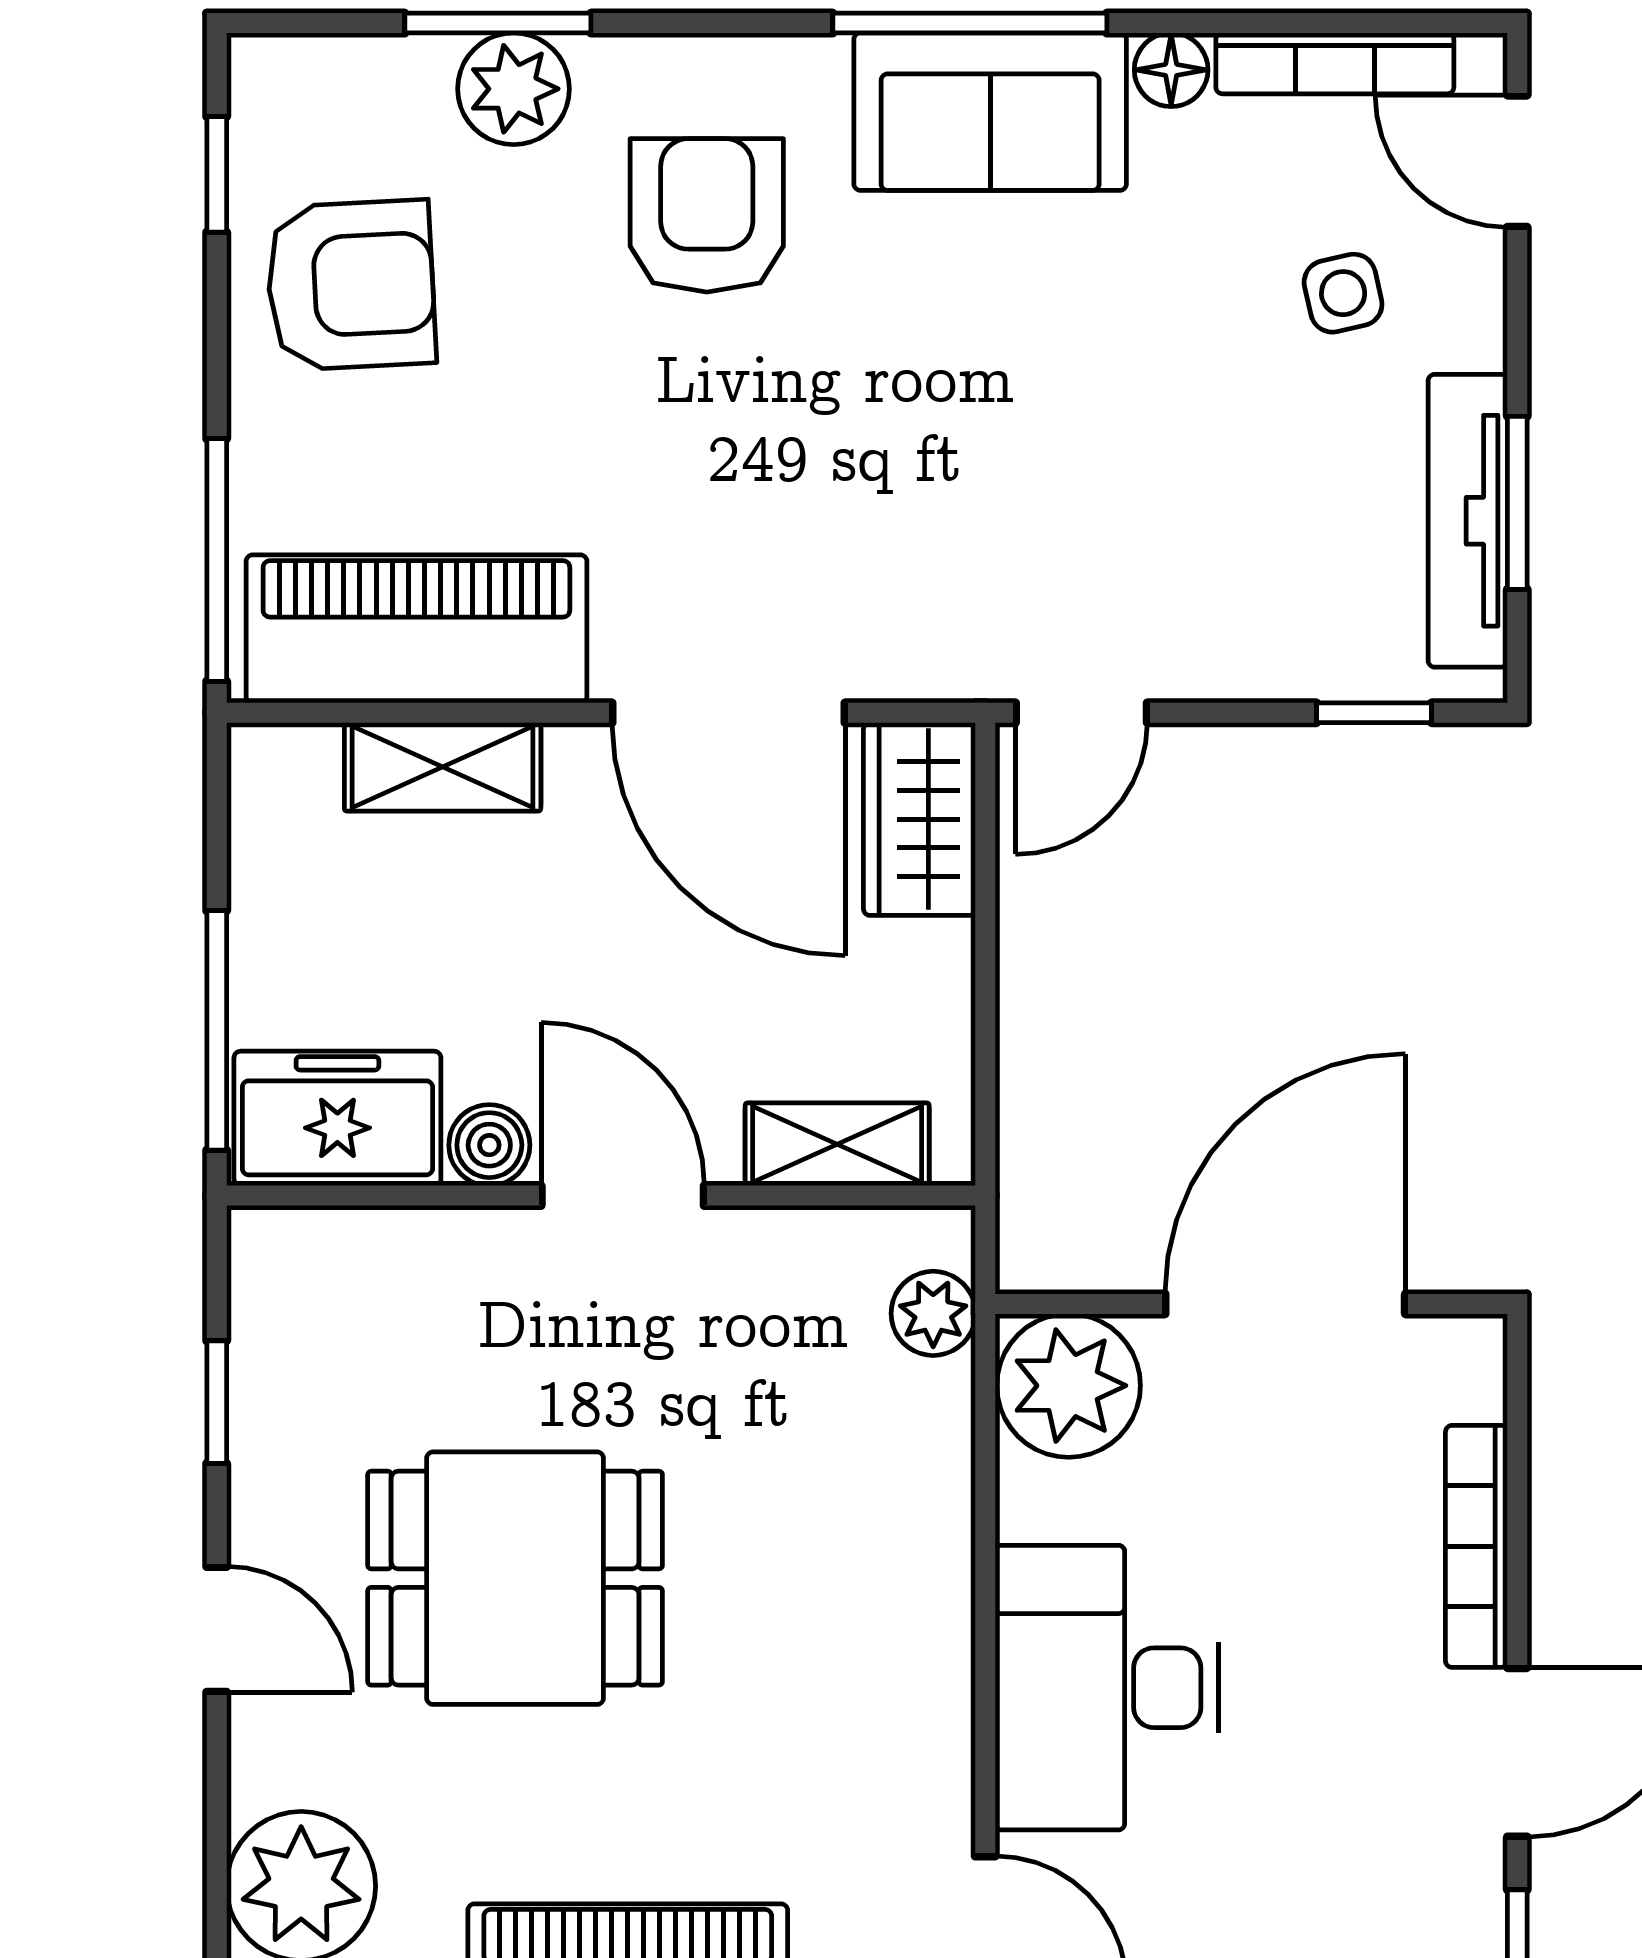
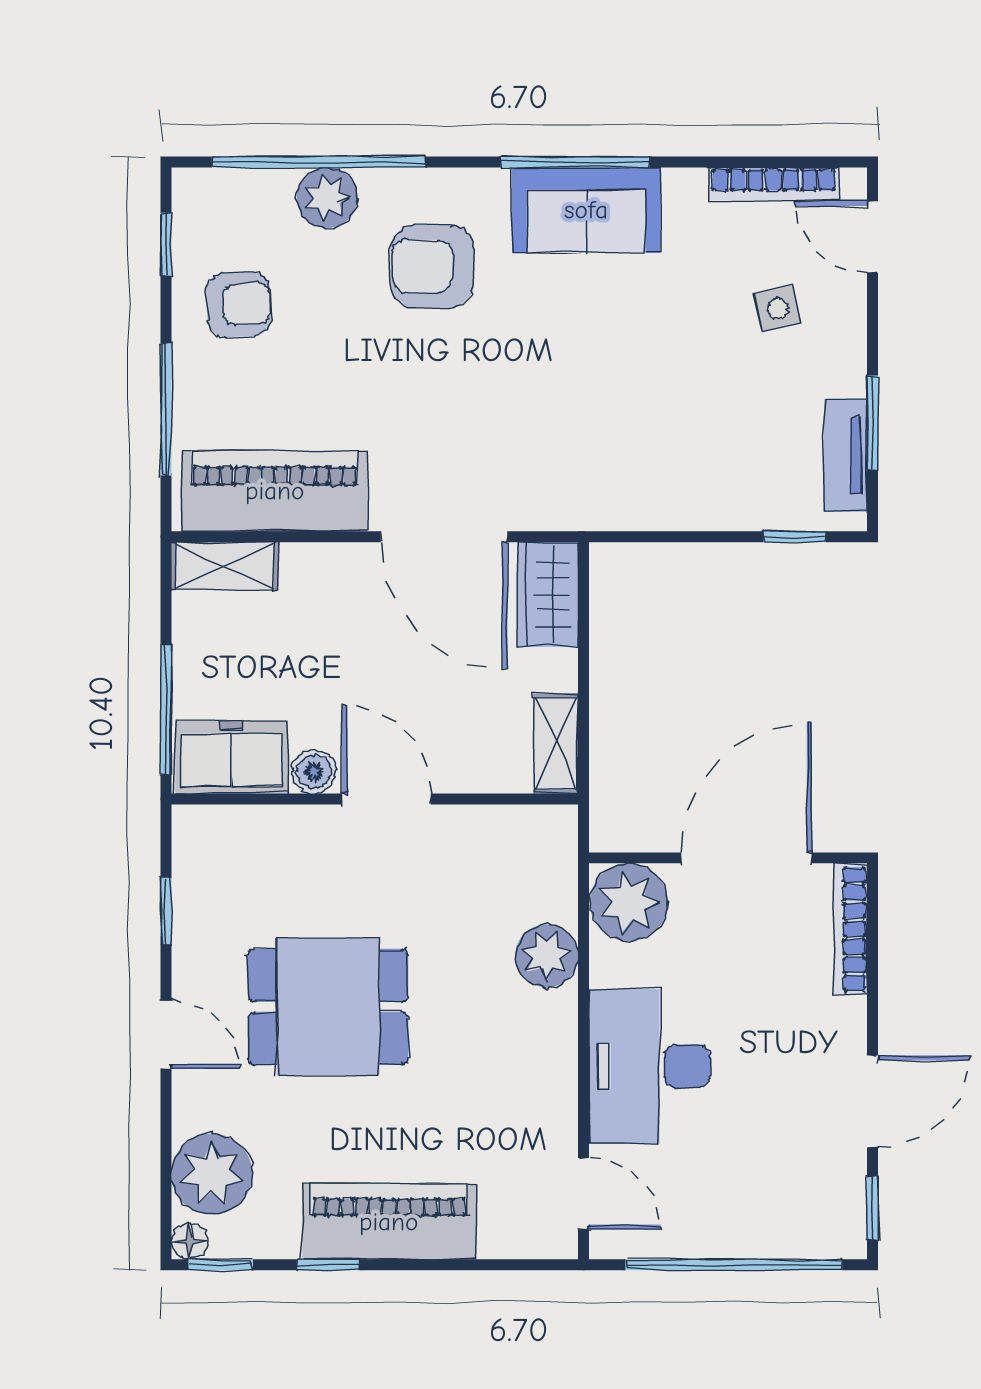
window: (498, 23) -> (319, 162), width x2.11
floor lamp: (1171, 70) -> (685, 187), removed
armchair: (707, 215) -> (432, 266), turned -90
armchair: (351, 285) -> (239, 304), width x0.72, depth x0.72
tv unit: (1468, 521) -> (846, 455), width x0.71
window: (217, 560) -> (166, 409), moved
door: (1081, 713) -> (636, 537), removed
shelving: (443, 767) -> (225, 566), moved
shelving: (837, 1144) -> (556, 744), moved, turned 90
plant: (933, 1313) -> (547, 956), moved, width x1.38, depth x1.38
bookcase: (1476, 1546) -> (850, 929), moved

